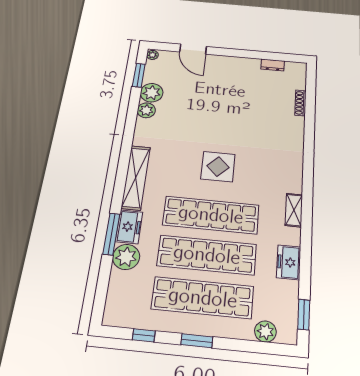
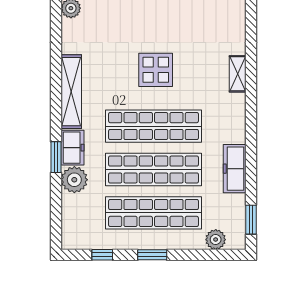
shelving: (294, 210) -> (238, 74), moved
window: (111, 234) -> (56, 157), width x0.69
freezer: (289, 262) -> (235, 169), width x1.40

